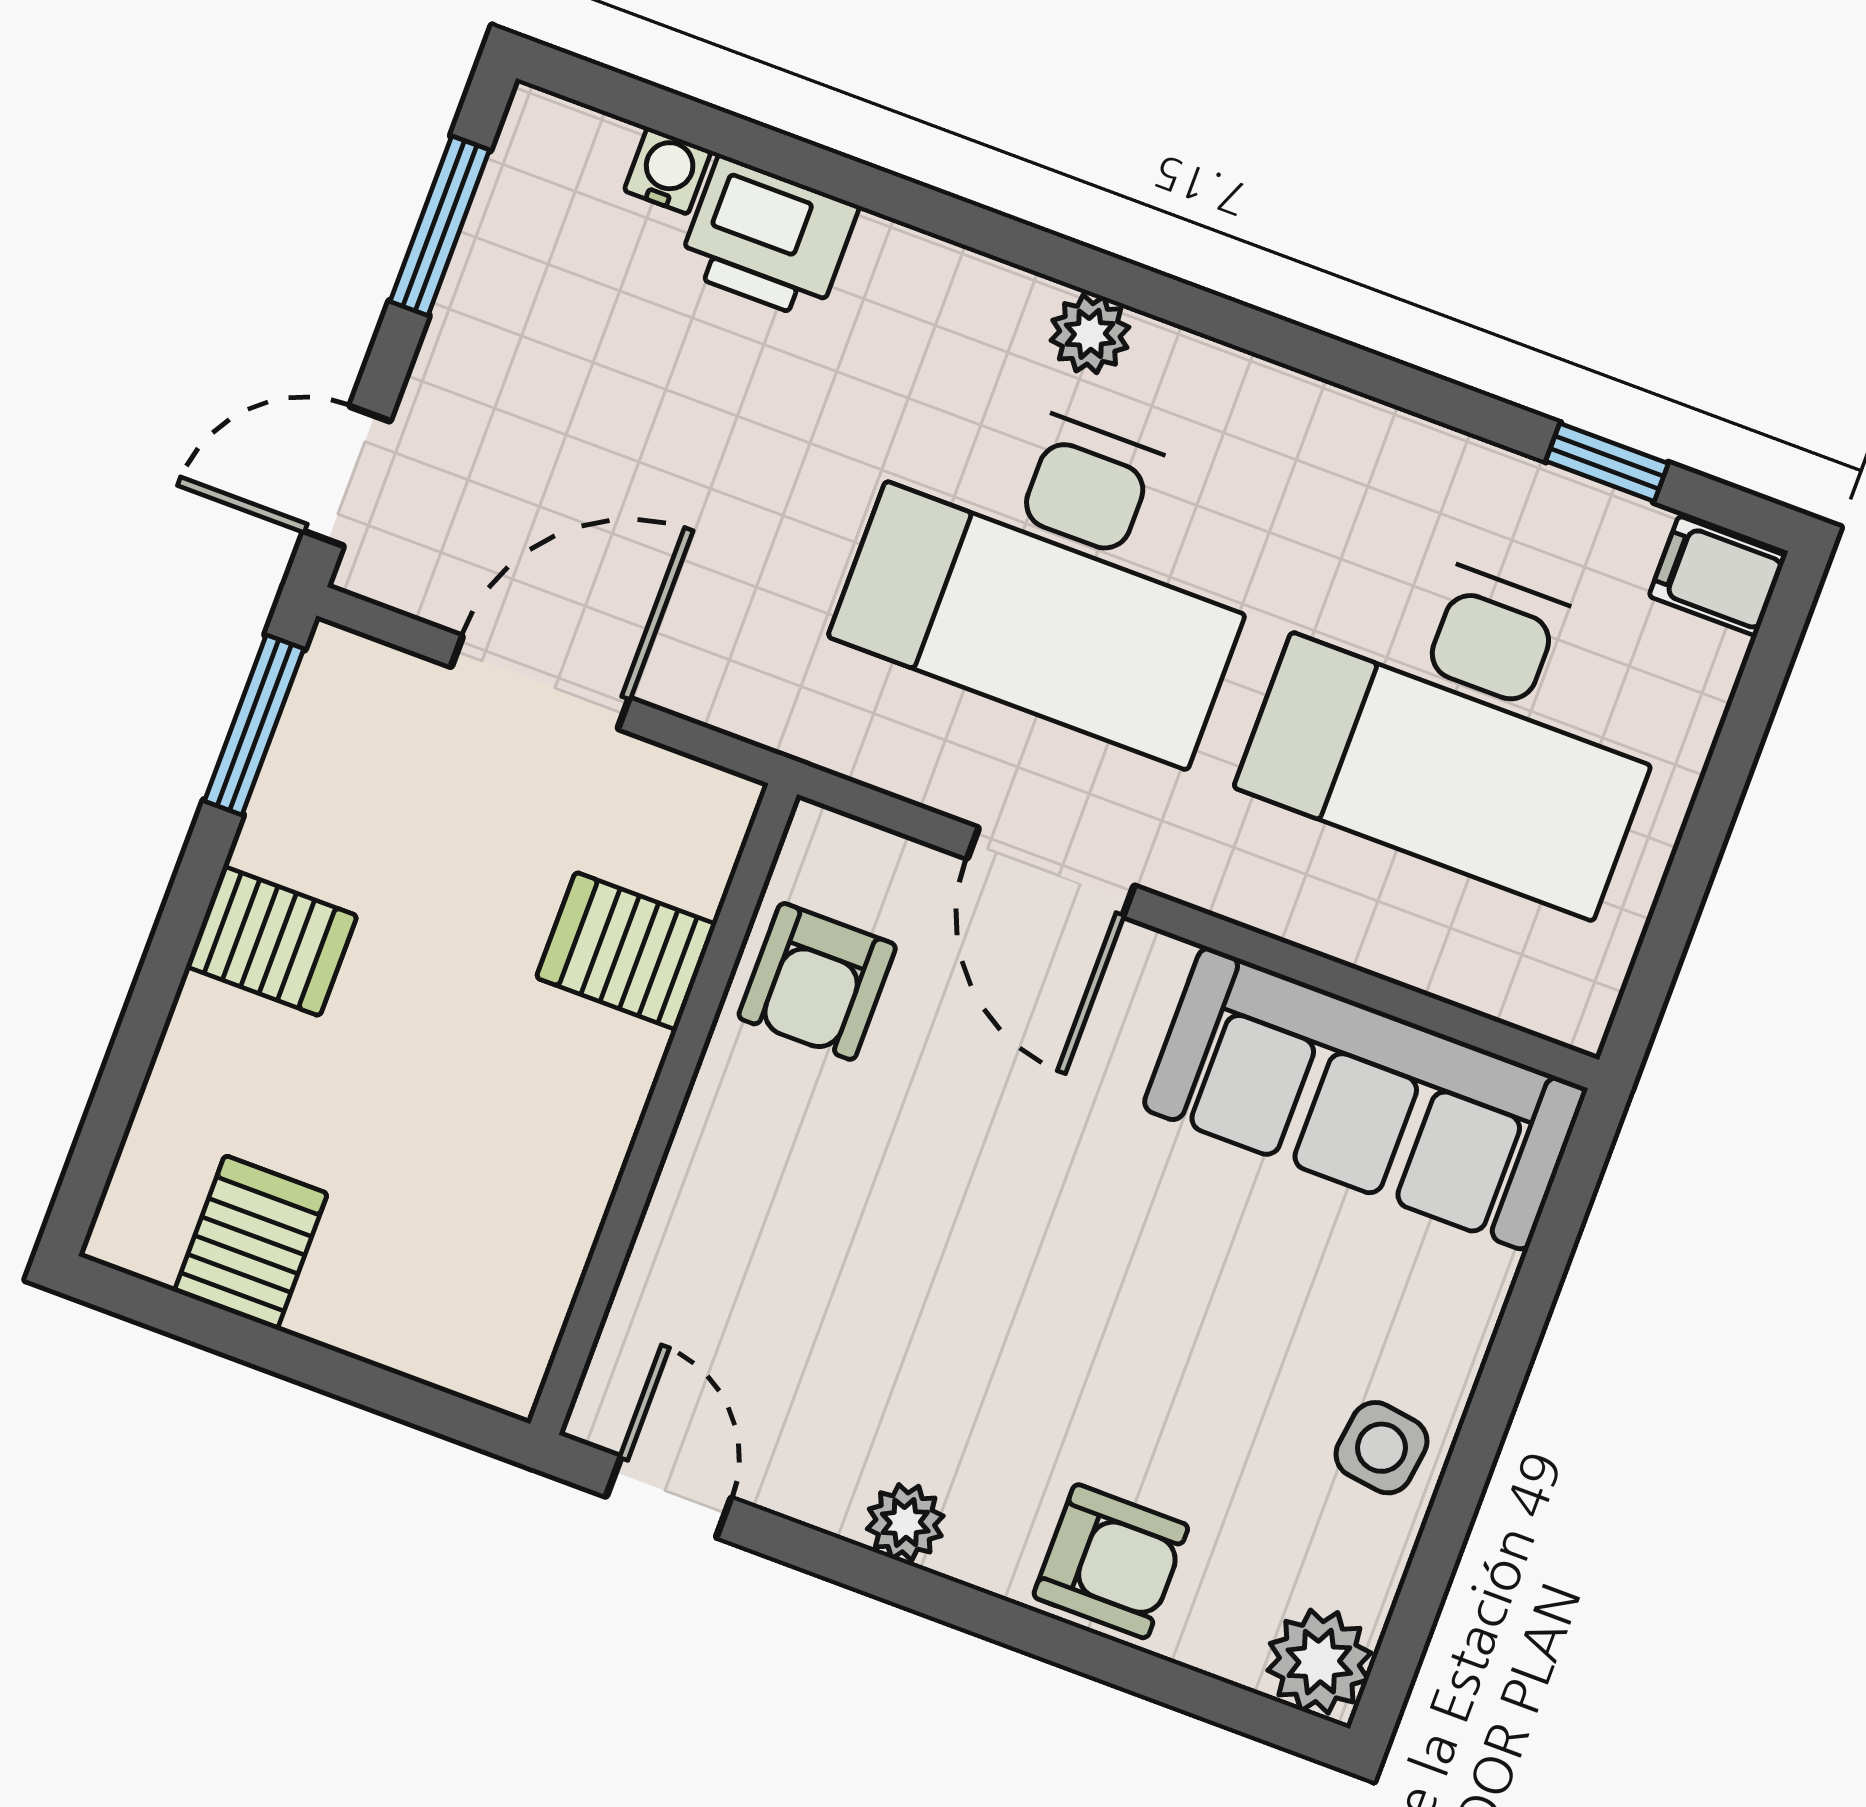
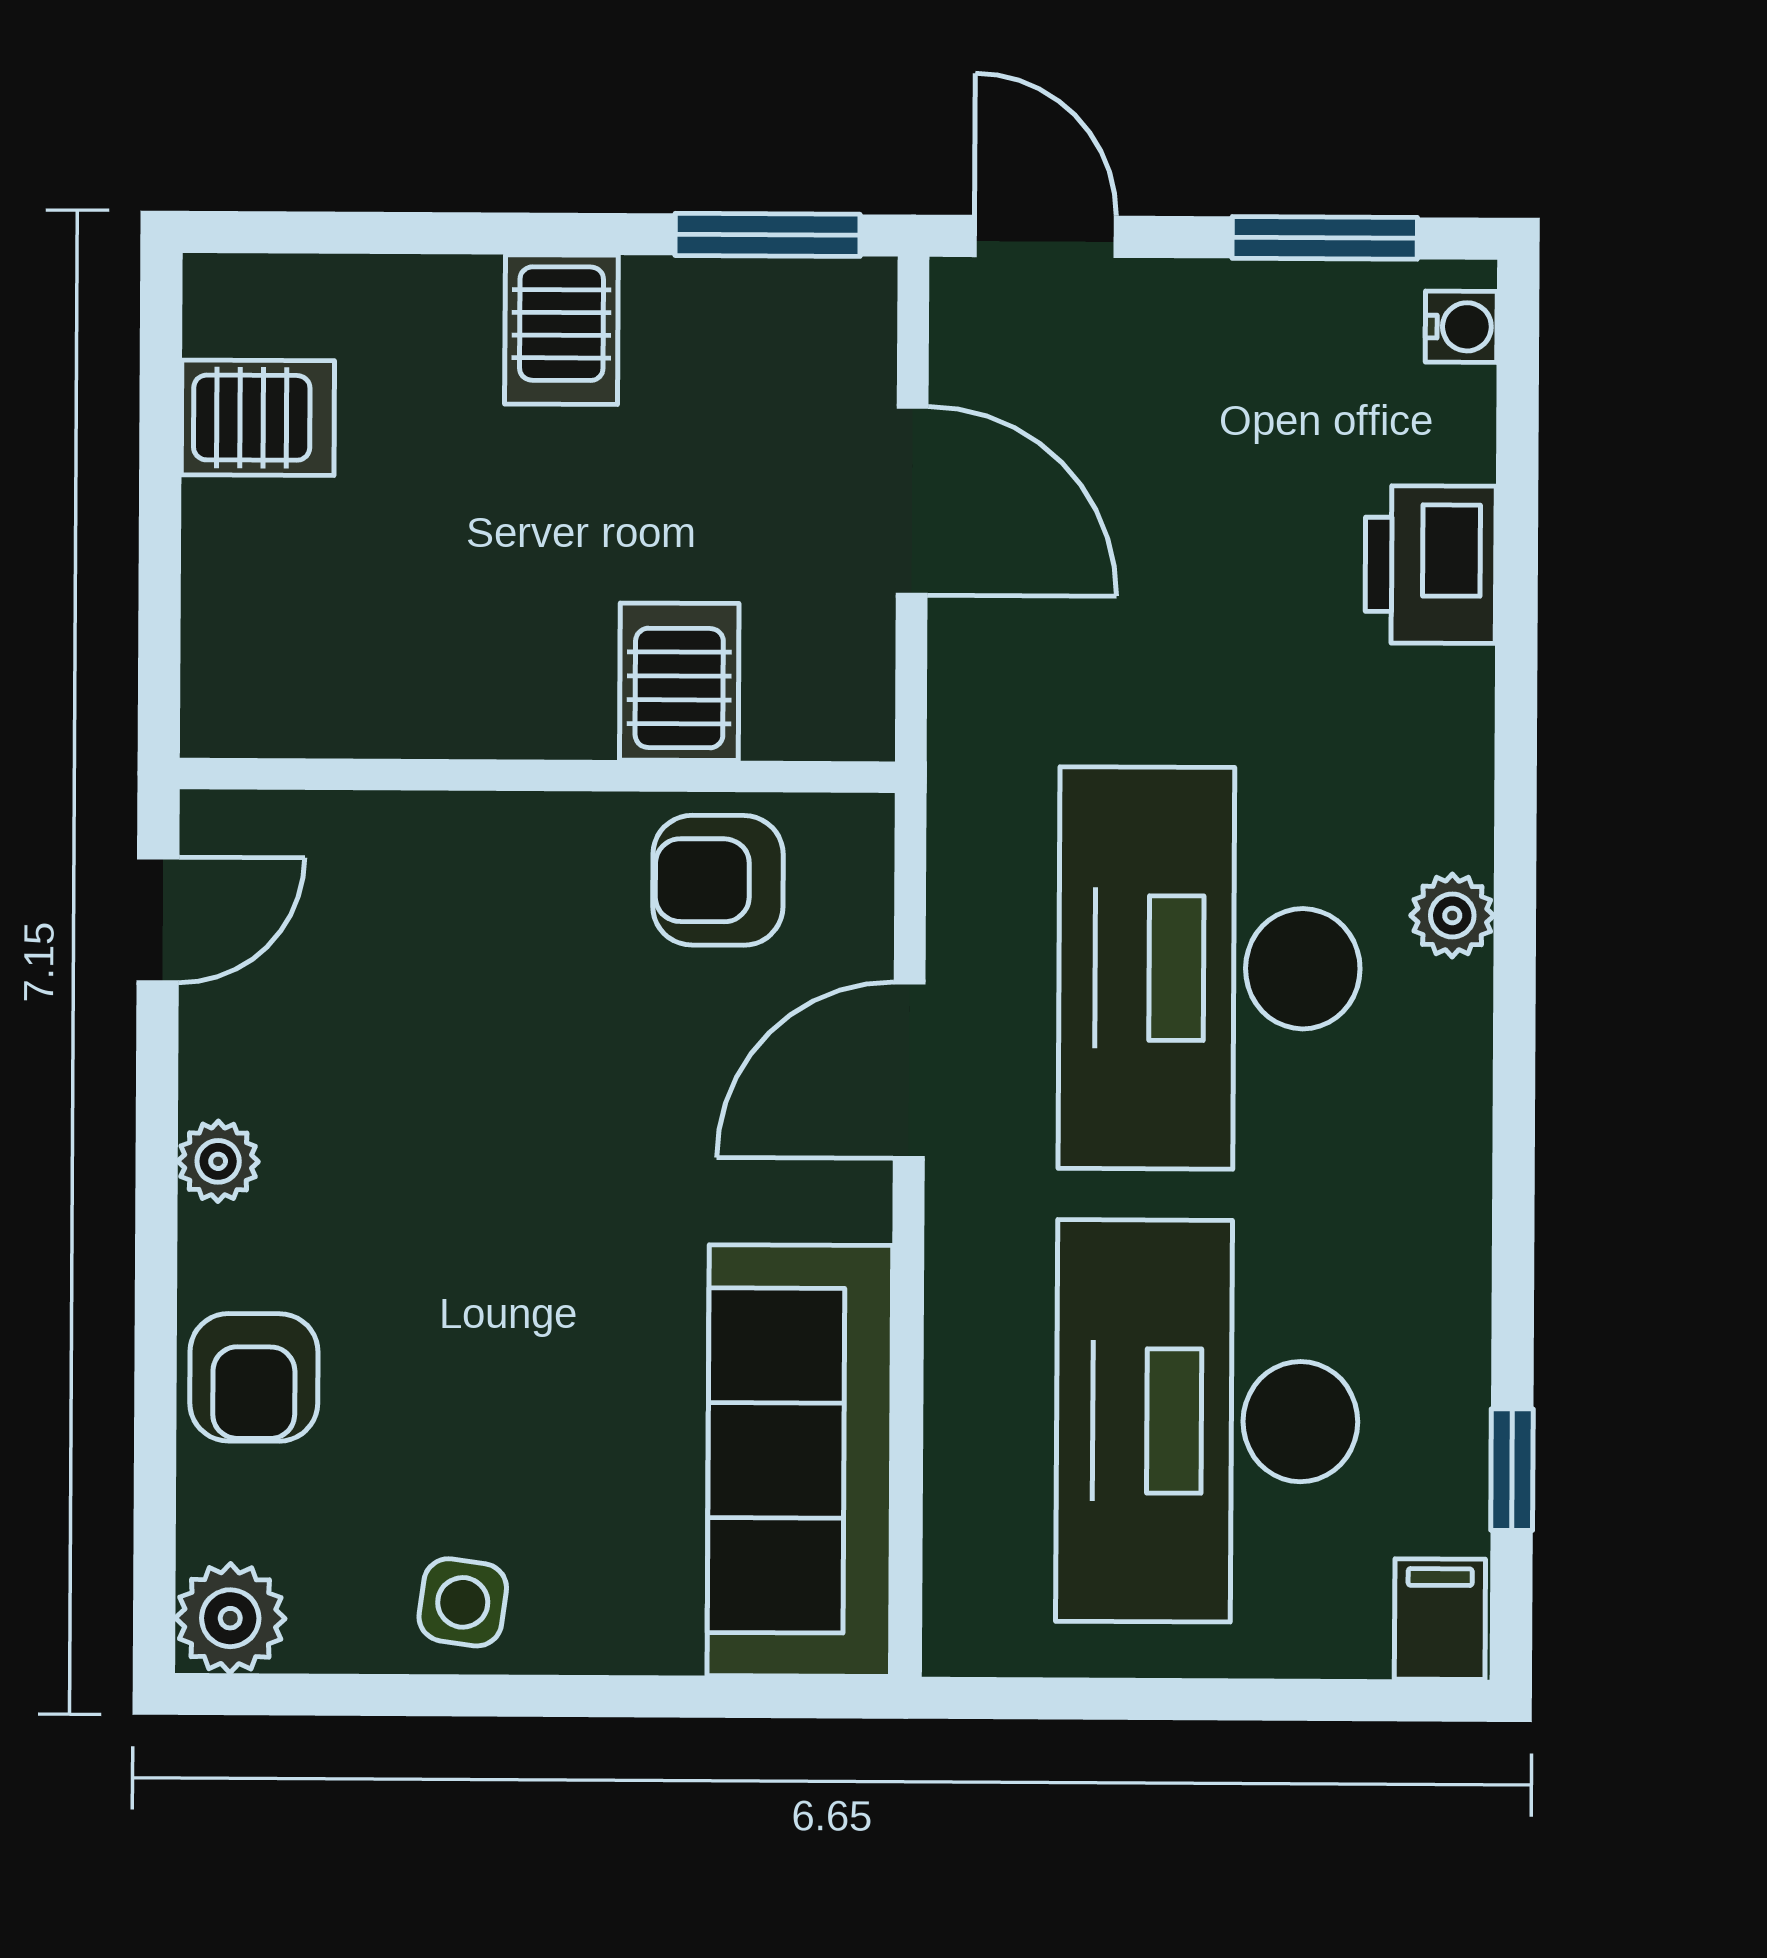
water cooler: (668, 171) -> (1461, 327), moved

